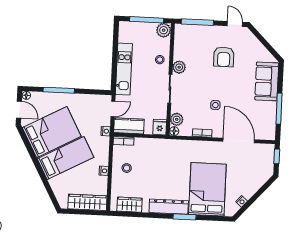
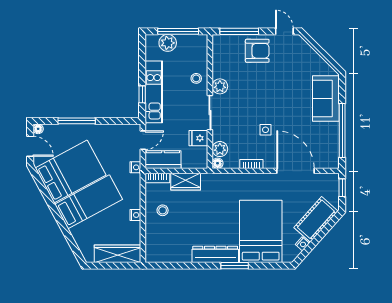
plant: (164, 30) -> (168, 43), moved
armchair: (224, 57) -> (257, 51), moved, turned -90
window: (114, 71) -> (142, 94), added
window: (279, 109) -> (342, 130), width x1.46
fridge: (160, 127) -> (198, 138), moved, turned -90
cot: (254, 182) -> (316, 219), added
wardrobe: (130, 205) -> (186, 182), moved, turned 180

